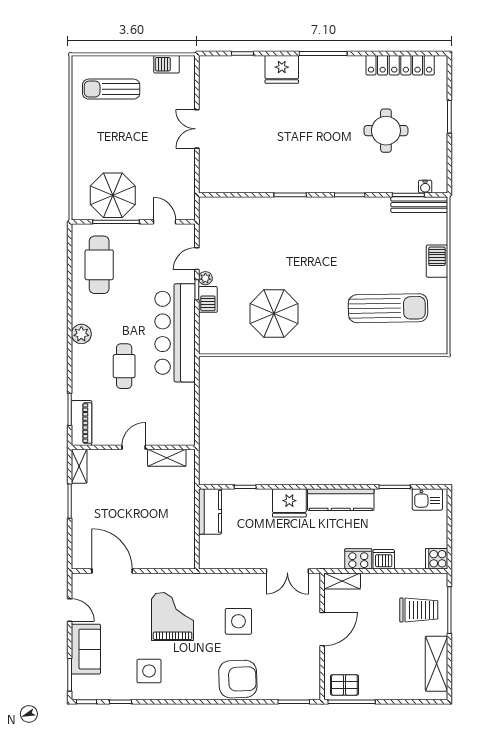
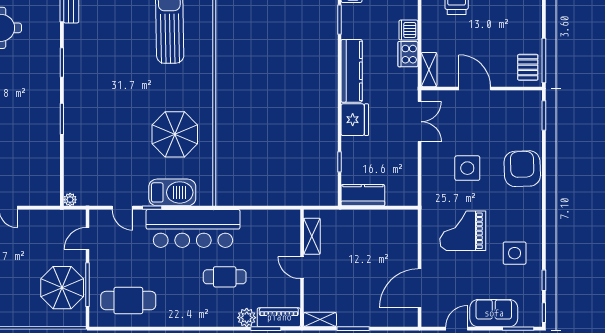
plant: (205, 278) -> (70, 200), moved
barbecue: (208, 299) -> (172, 192), width x1.88, depth x1.53
plant: (81, 334) -> (247, 318), moved

